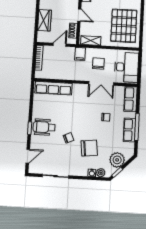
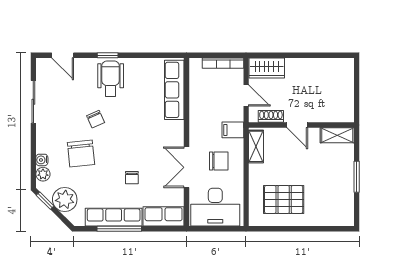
door: (79, 15) -> (297, 125), hinge flipped
wardrobe: (44, 20) -> (267, 68), moved
pallet: (124, 26) -> (284, 199), width x0.73, depth x0.71
row of seats: (129, 130) -> (114, 217), width x1.48

